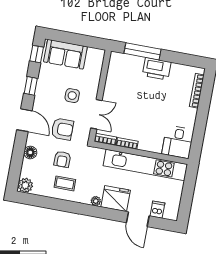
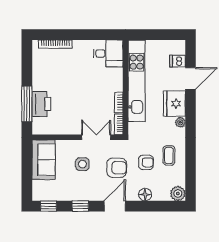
sofa: (65, 54) -> (44, 160), moved
printer: (157, 69) -> (41, 104), moved
armchair: (62, 129) -> (117, 168), turned 90

